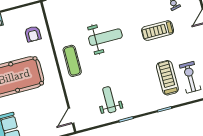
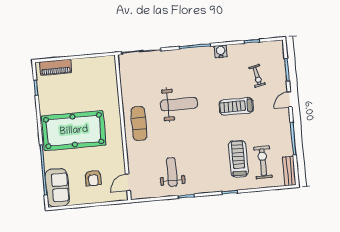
armchair: (33, 34) -> (93, 178), moved

